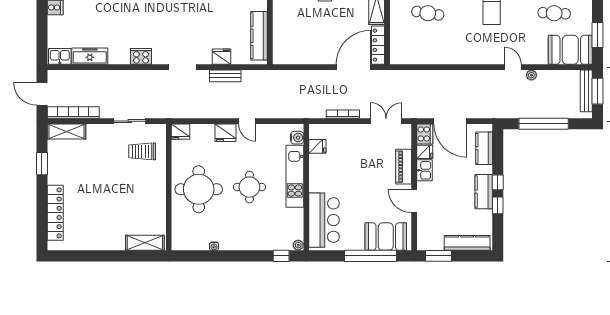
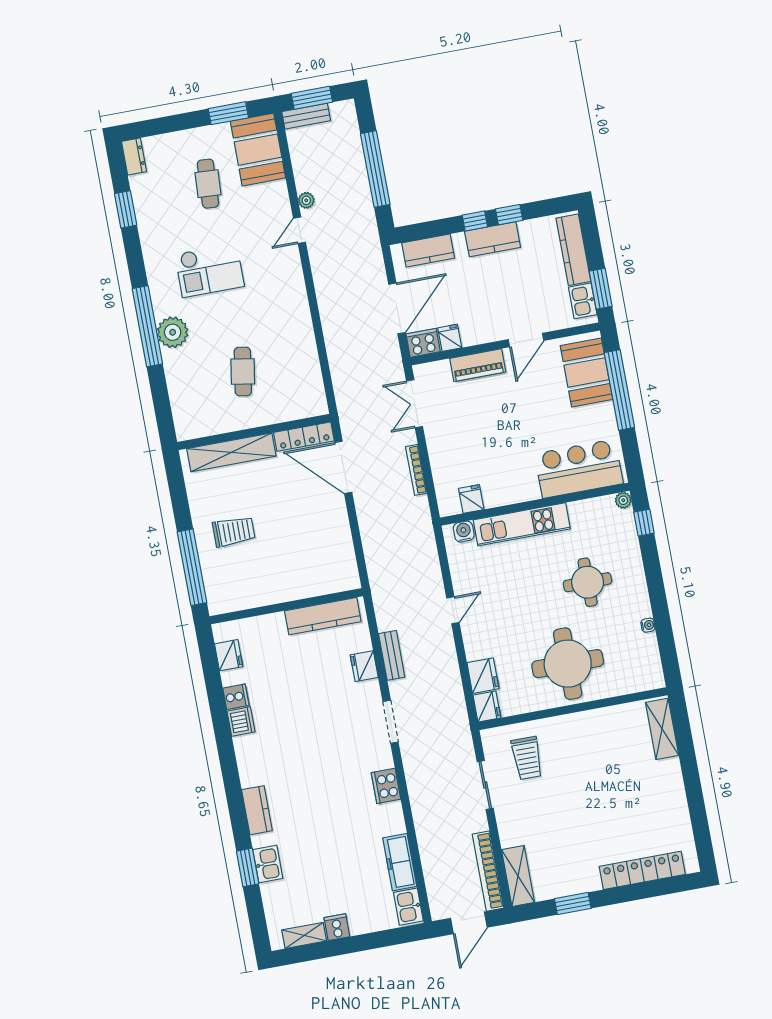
bench: (586, 91) -> (306, 116), width x0.73
fridge: (225, 133) -> (483, 676), moved
kitchen sink: (425, 170) -> (583, 301), moved, turned -90
round table: (249, 187) -> (588, 582), moved

